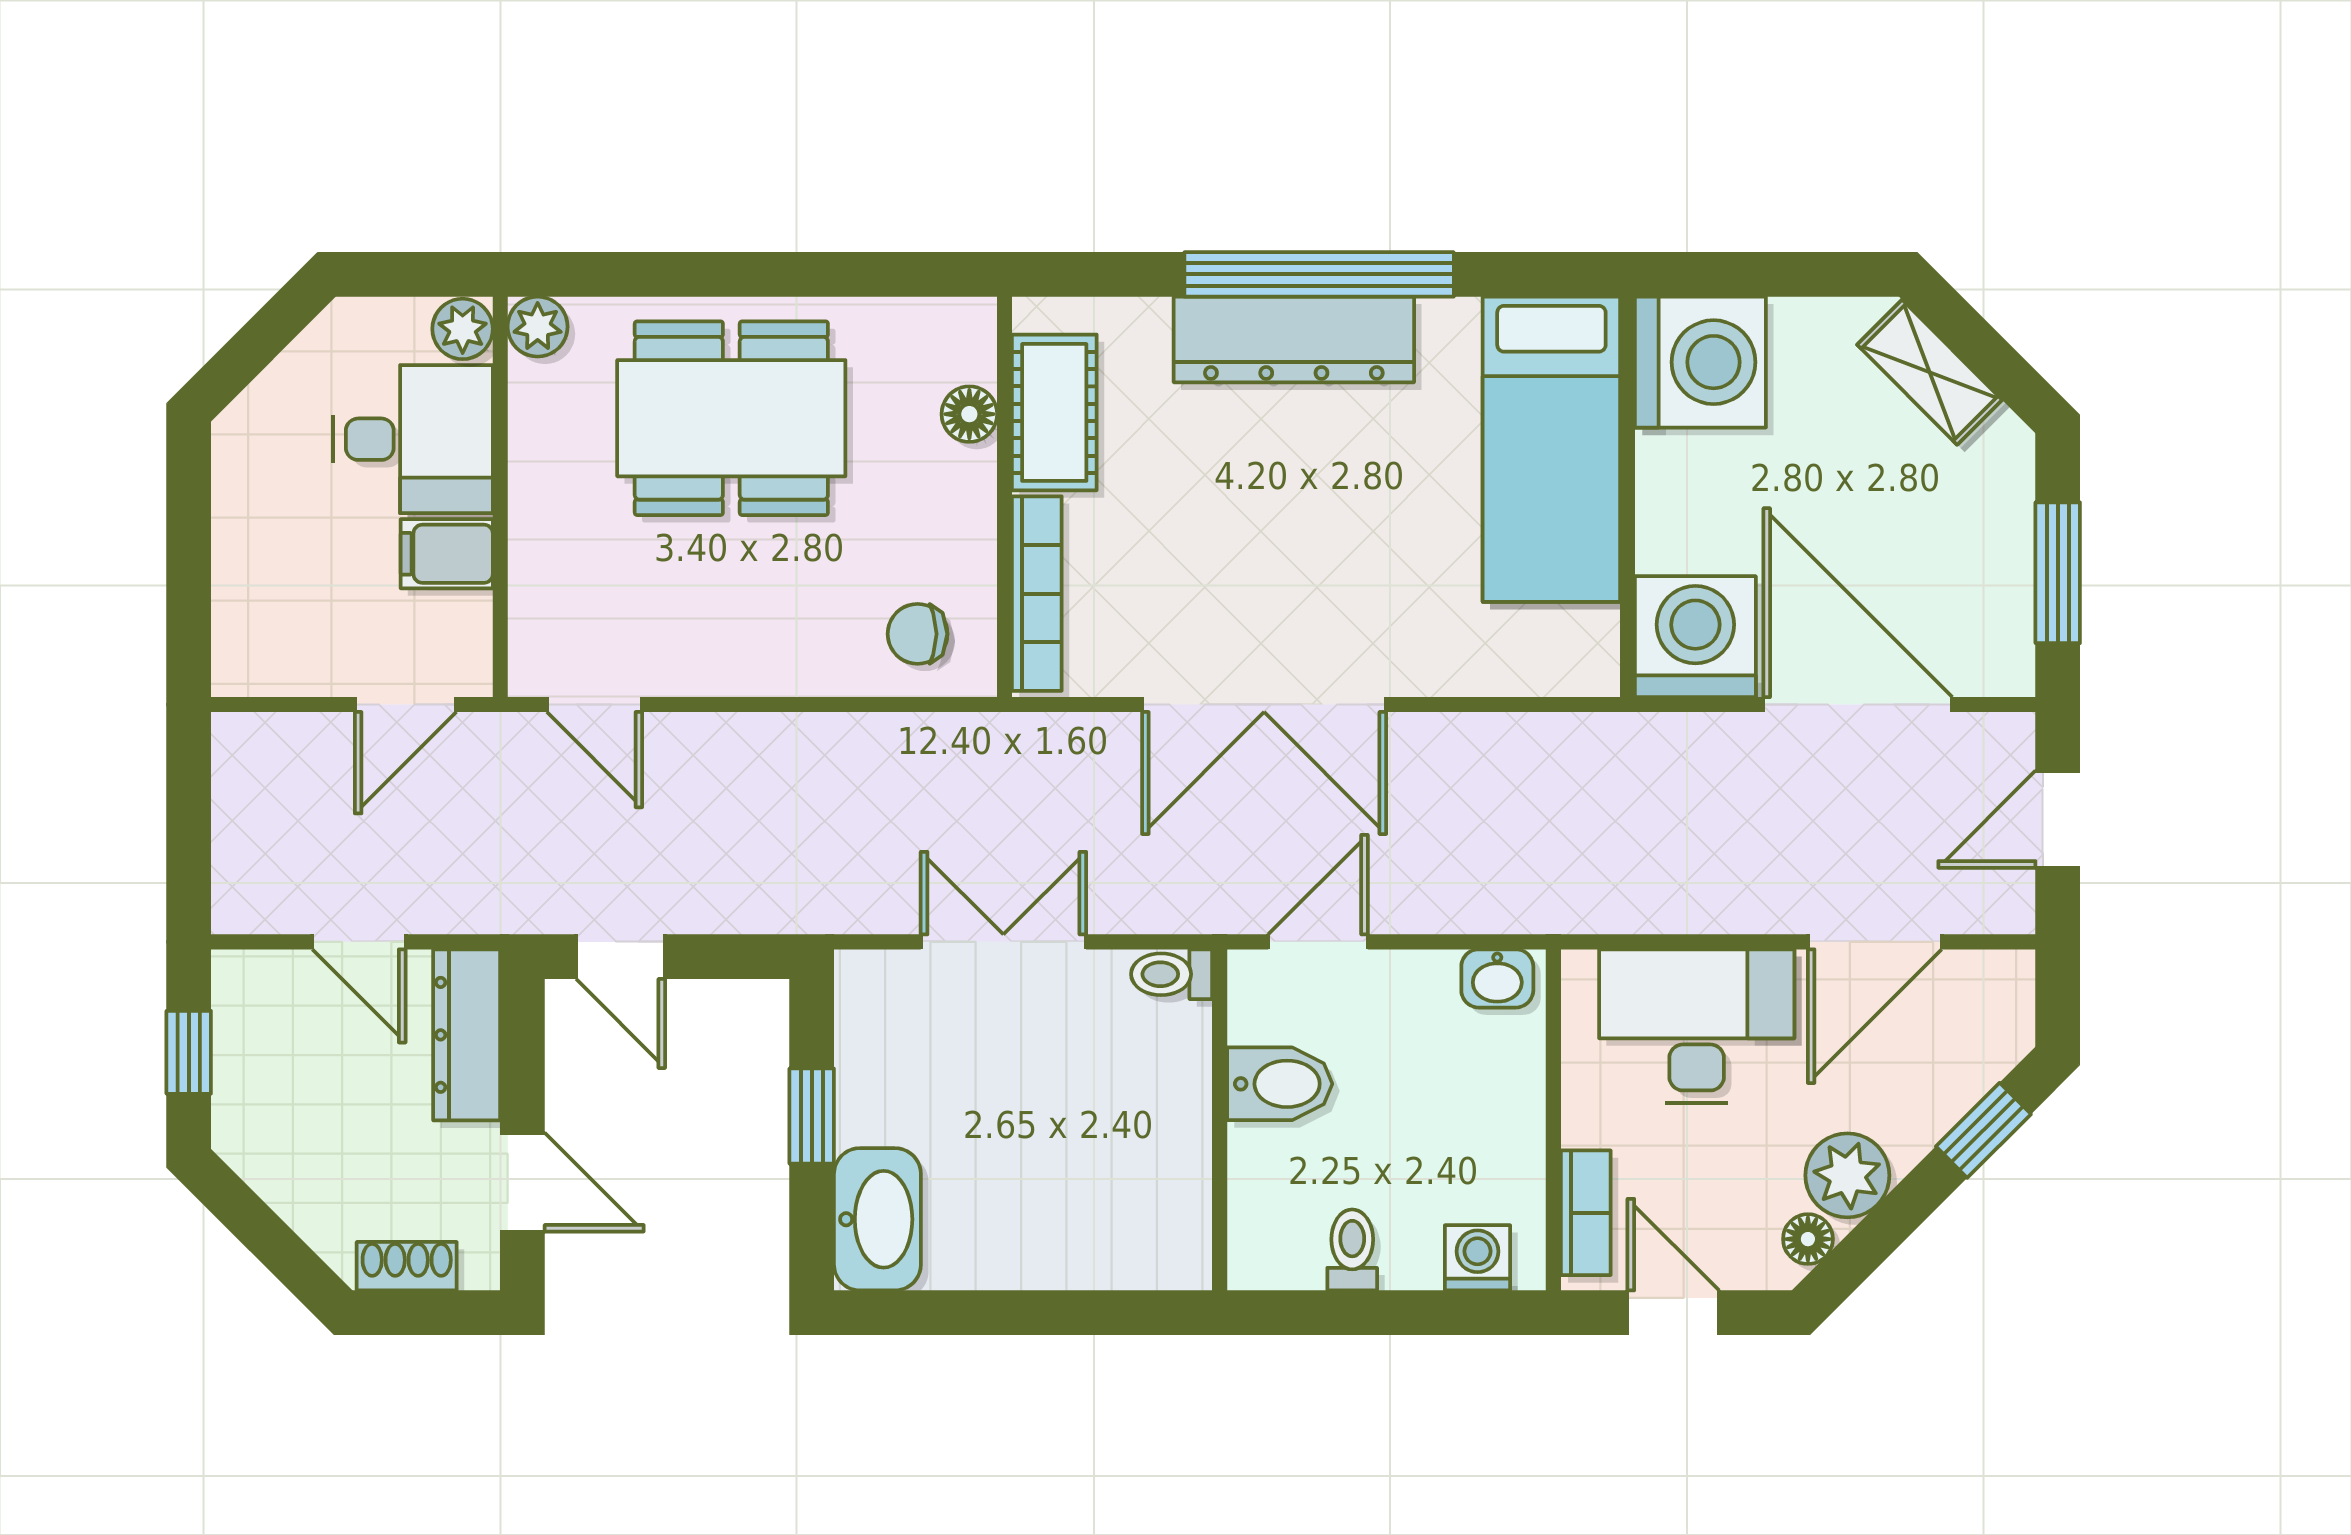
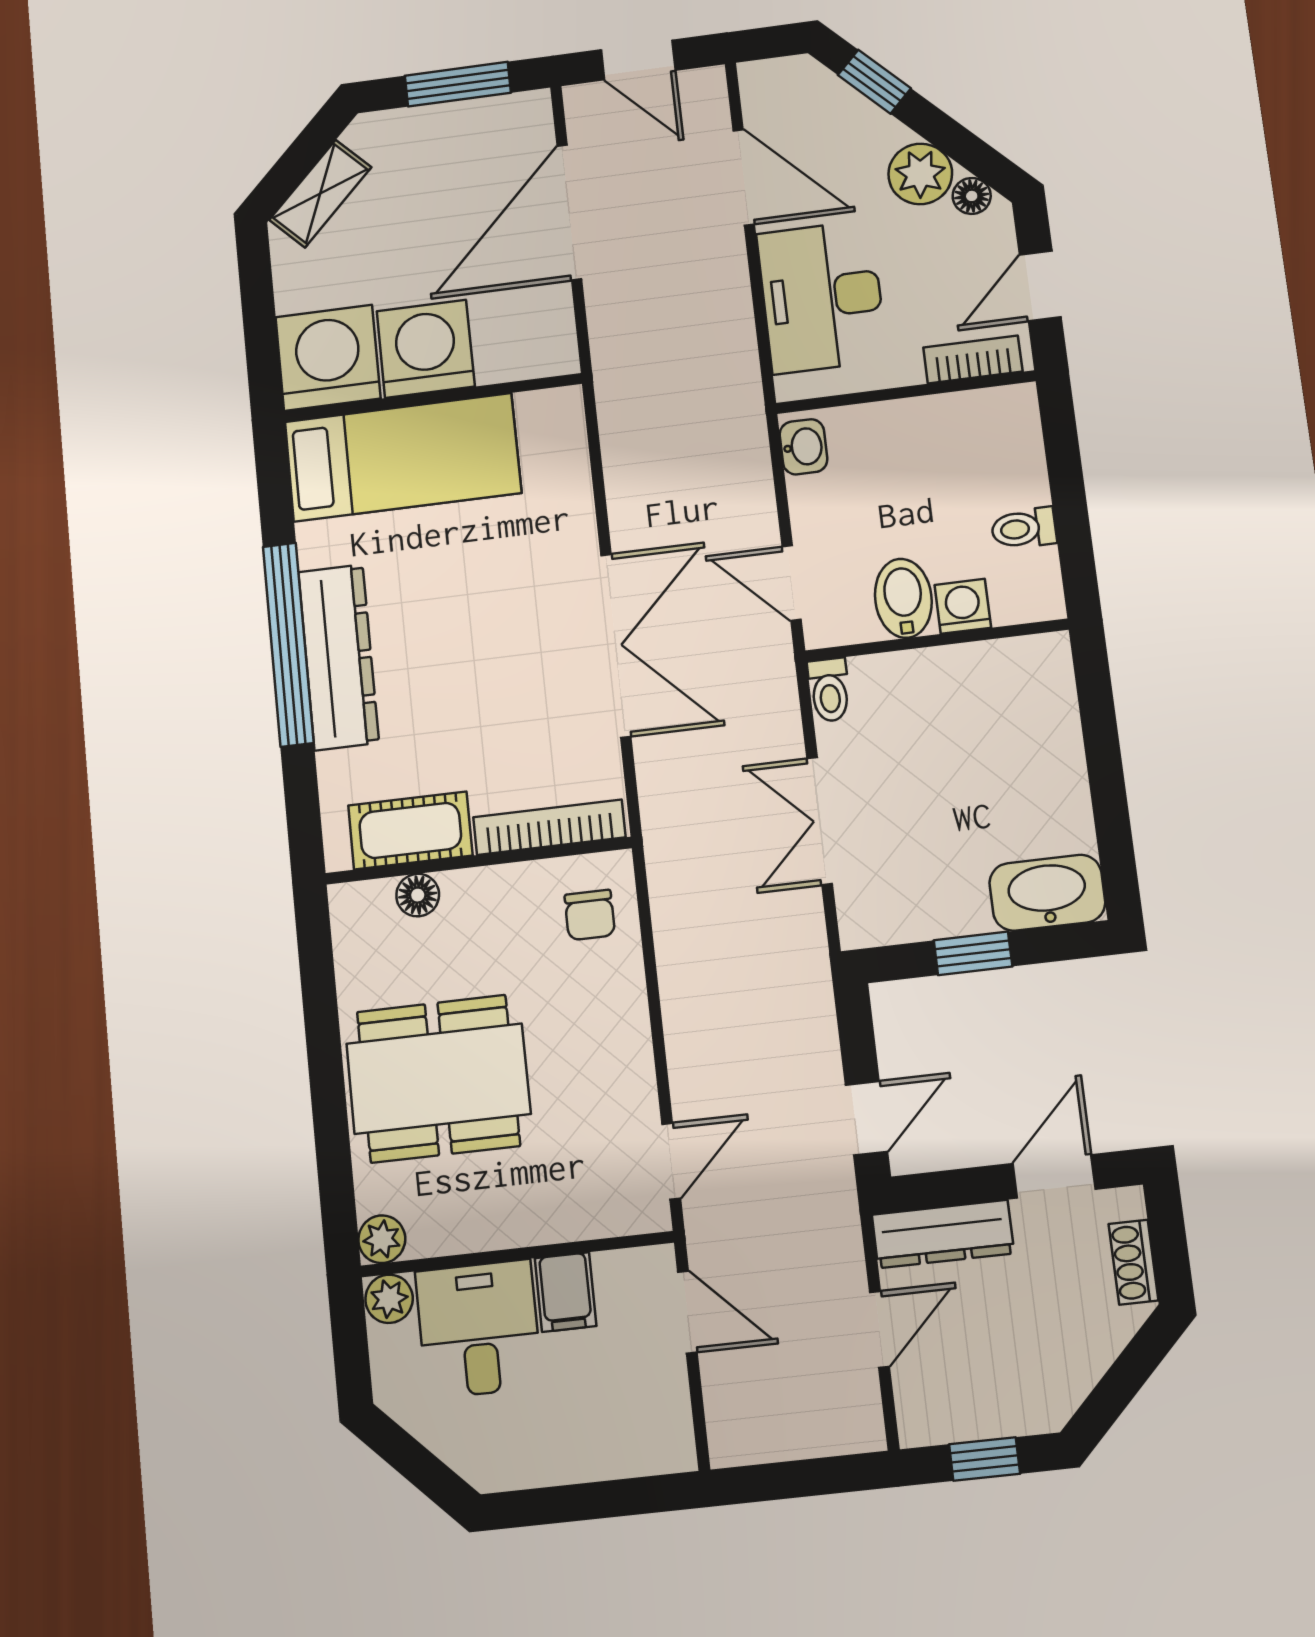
dining table: (731, 418) -> (438, 1079), turned 90
washing machine: (1695, 637) -> (426, 349), moved, turned 90
washing machine: (1477, 1258) -> (963, 606), moved, turned 90

